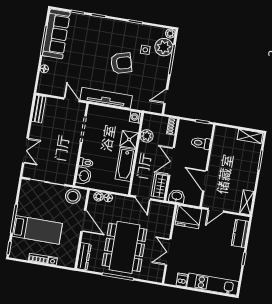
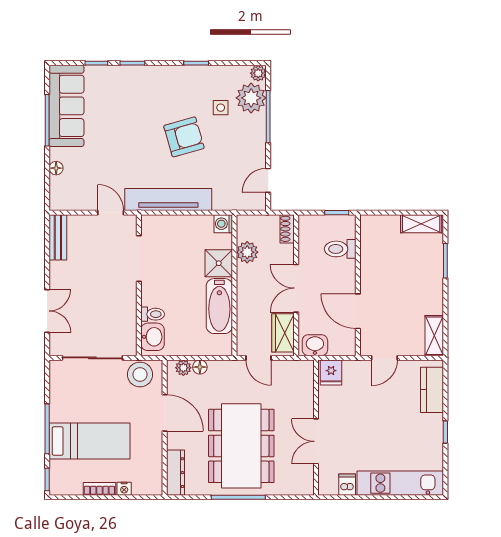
fridge: (188, 217) -> (331, 373), width x0.53, depth x0.75

